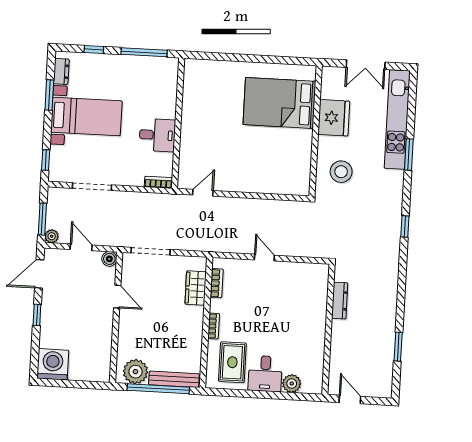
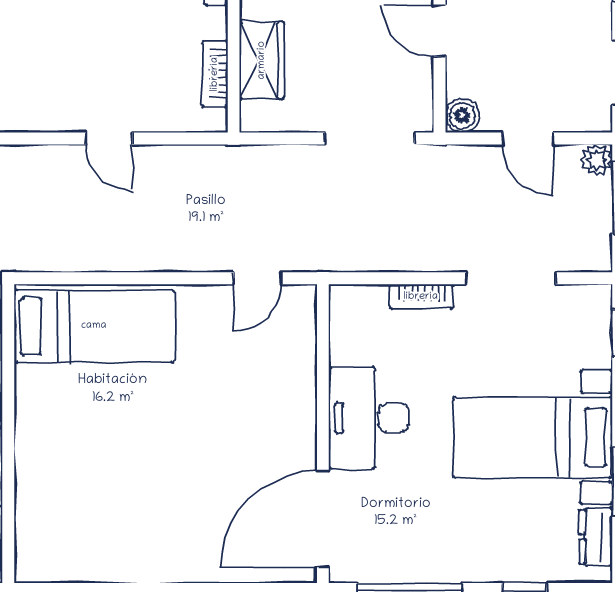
door: (180, 86) -> (323, 519), added
bed: (279, 103) -> (94, 326), moved, width x0.67
desk: (157, 135) -> (369, 418), width x1.37
bookcase: (158, 182) -> (421, 297), moved

